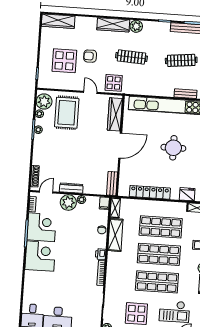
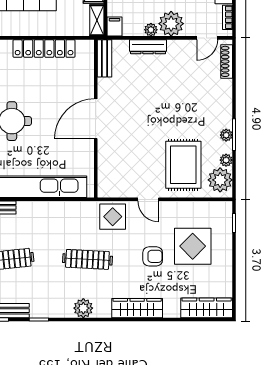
wardrobe: (113, 25) -> (137, 308), moved
wardrobe: (115, 114) -> (107, 167), removed
dresser: (71, 188) -> (148, 47), moved

